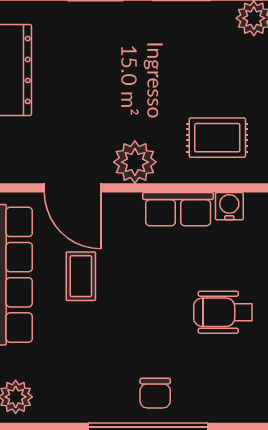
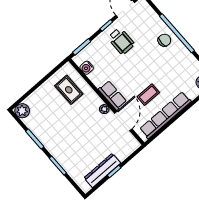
plant: (135, 162) -> (104, 109), width x0.53, depth x0.53
row of seats: (178, 209) -> (112, 95), moved

